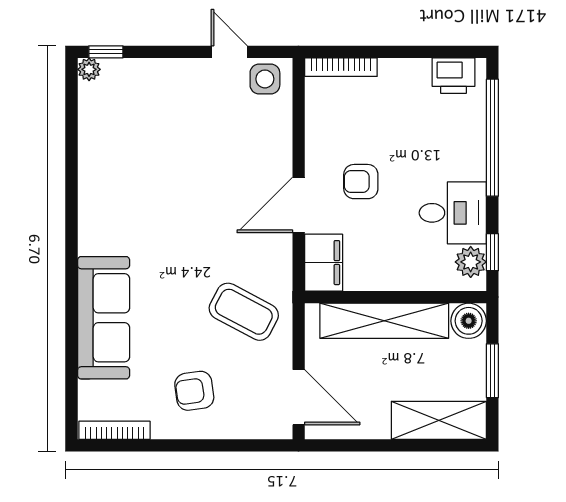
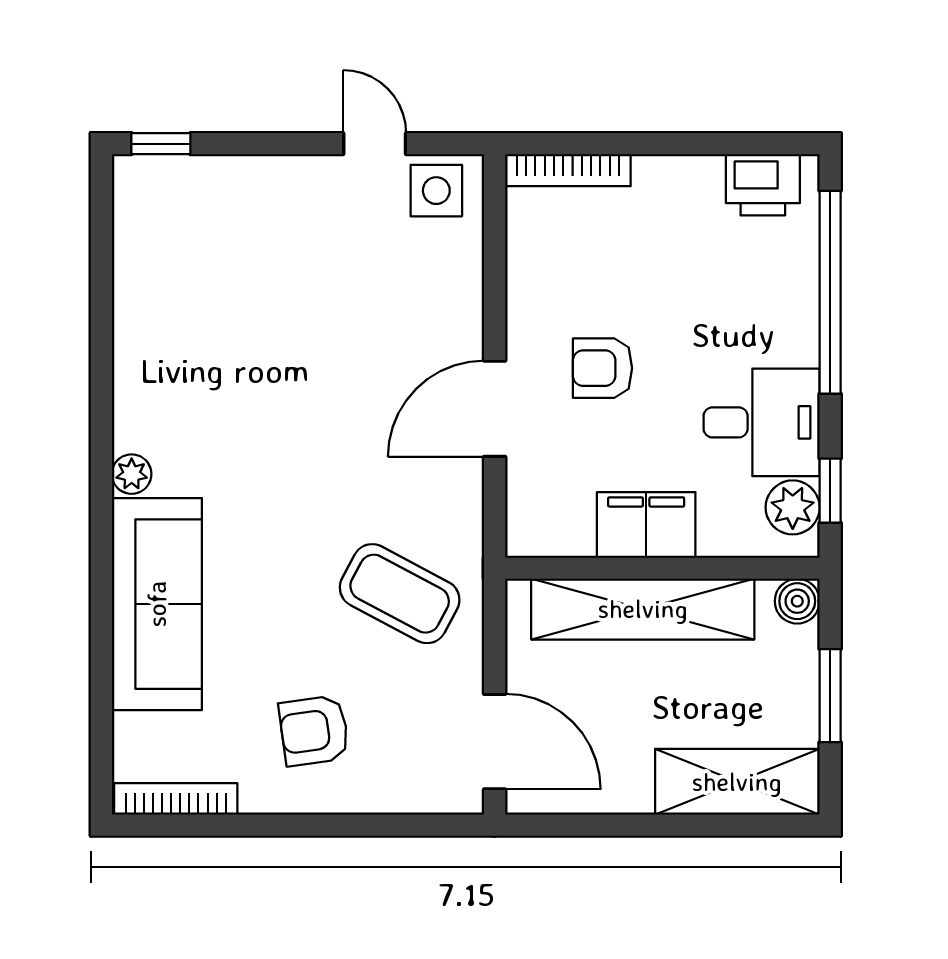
plant: (89, 69) -> (132, 474), moved
filing cabinet: (324, 263) -> (646, 525), moved, turned -90
boiler: (469, 321) -> (797, 601), width x0.73, depth x0.73

